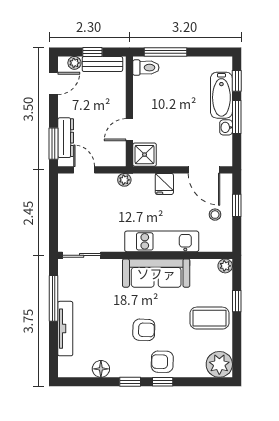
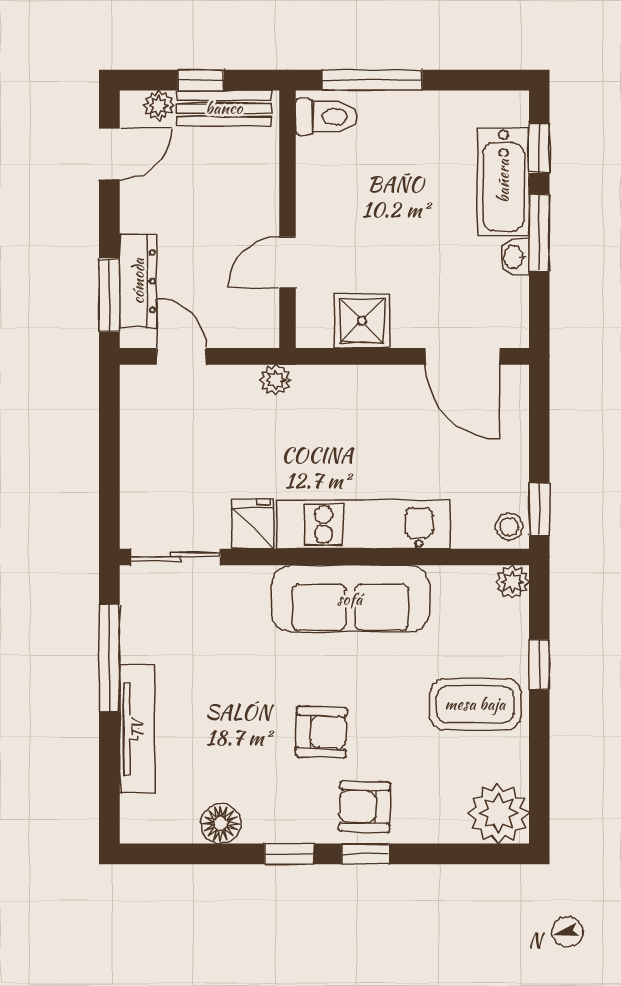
shower: (145, 155) -> (362, 321), moved
fridge: (164, 184) -> (253, 524), moved, turned 180
window: (237, 205) -> (539, 509), moved
stool: (215, 215) -> (509, 527), moved

